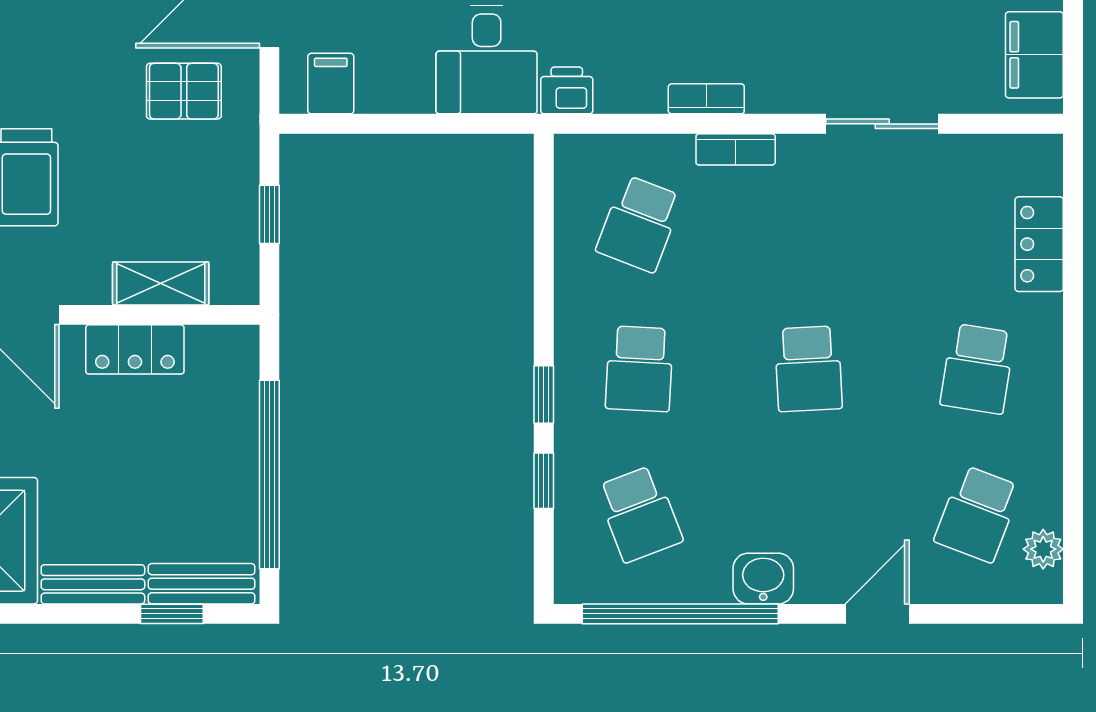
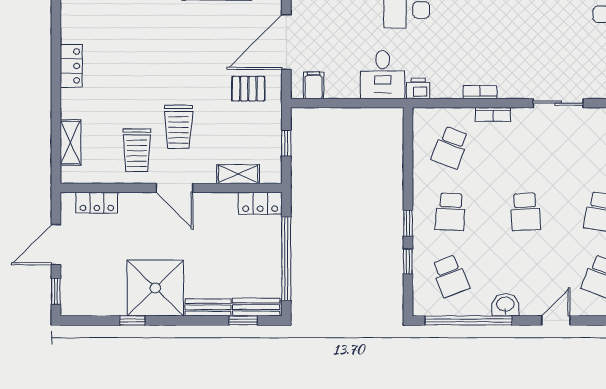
locker: (135, 349) -> (260, 203), moved

